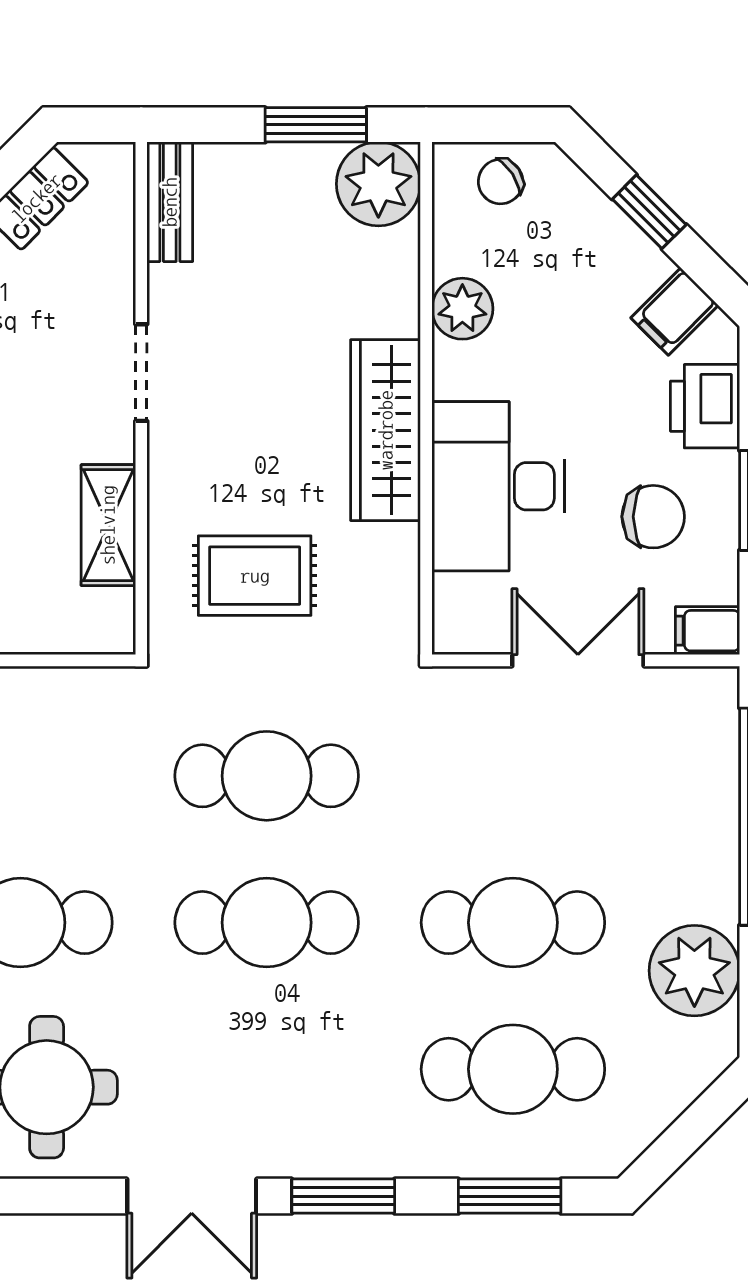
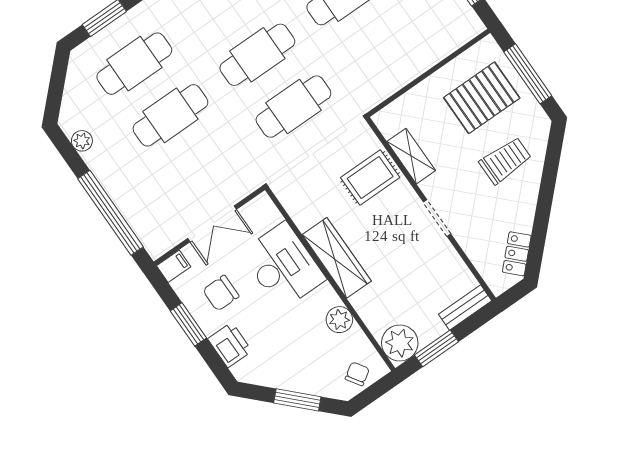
bench: (170, 202) -> (465, 307), moved, turned 90
window: (649, 212) -> (297, 400), width x1.50
filing cabinet: (675, 312) -> (264, 371), removed
rug: (255, 576) -> (370, 177), moved
plant: (694, 971) -> (82, 141), width x0.53, depth x0.53

